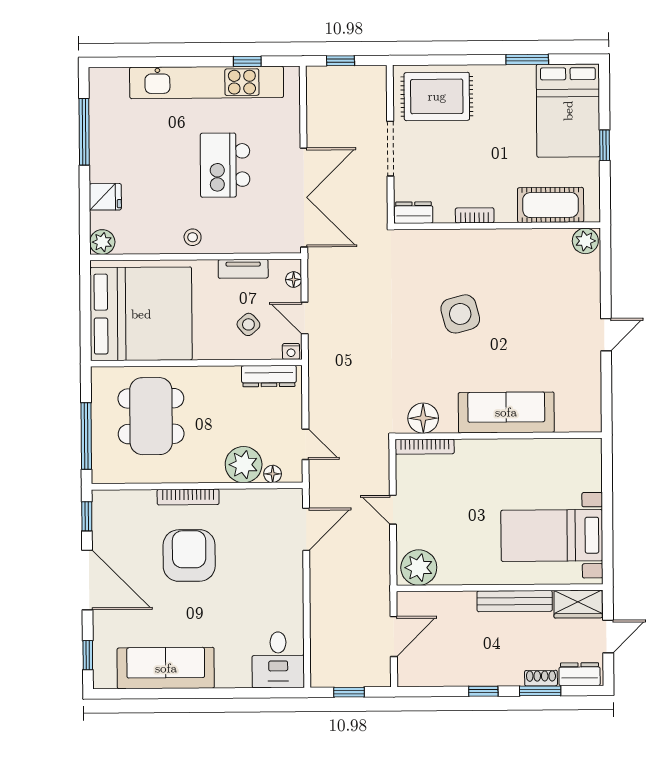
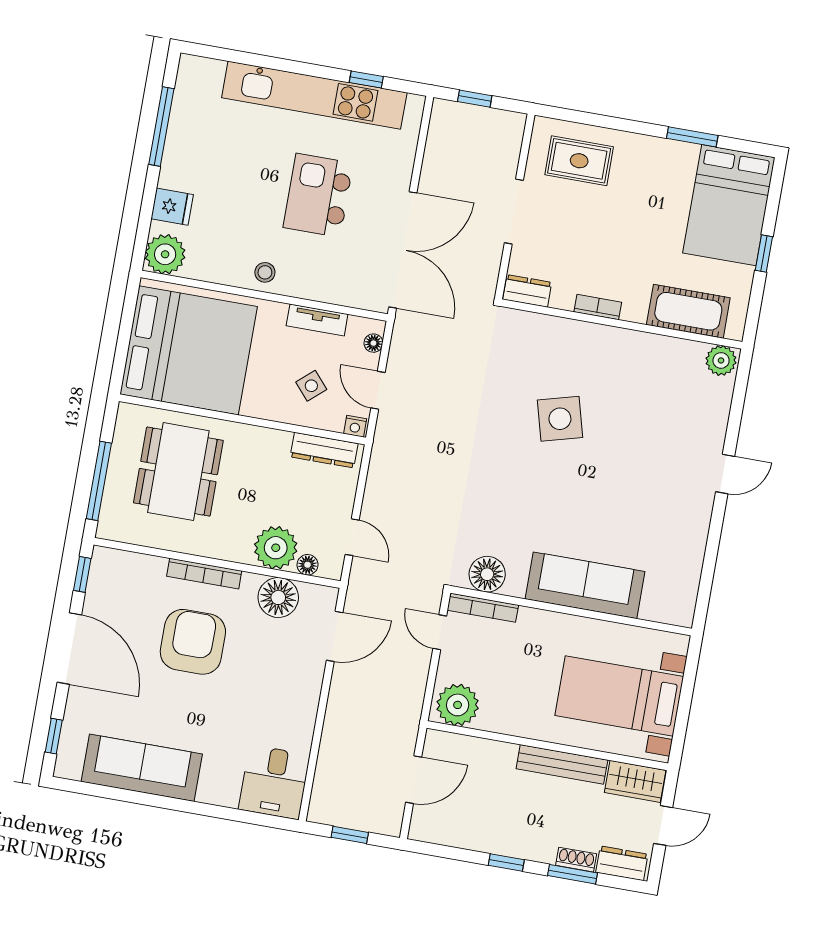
rug: (437, 96) -> (579, 161), width x0.73, depth x0.70
plant: (102, 242) -> (165, 254), width x1.36, depth x1.36
sofa: (506, 412) -> (585, 585), moved
floor lamp: (423, 418) -> (487, 574), moved
wall: (499, 436) -> (571, 611), moved
bookcase: (425, 447) -> (483, 608), moved
floor lamp: (253, 506) -> (278, 597), added

